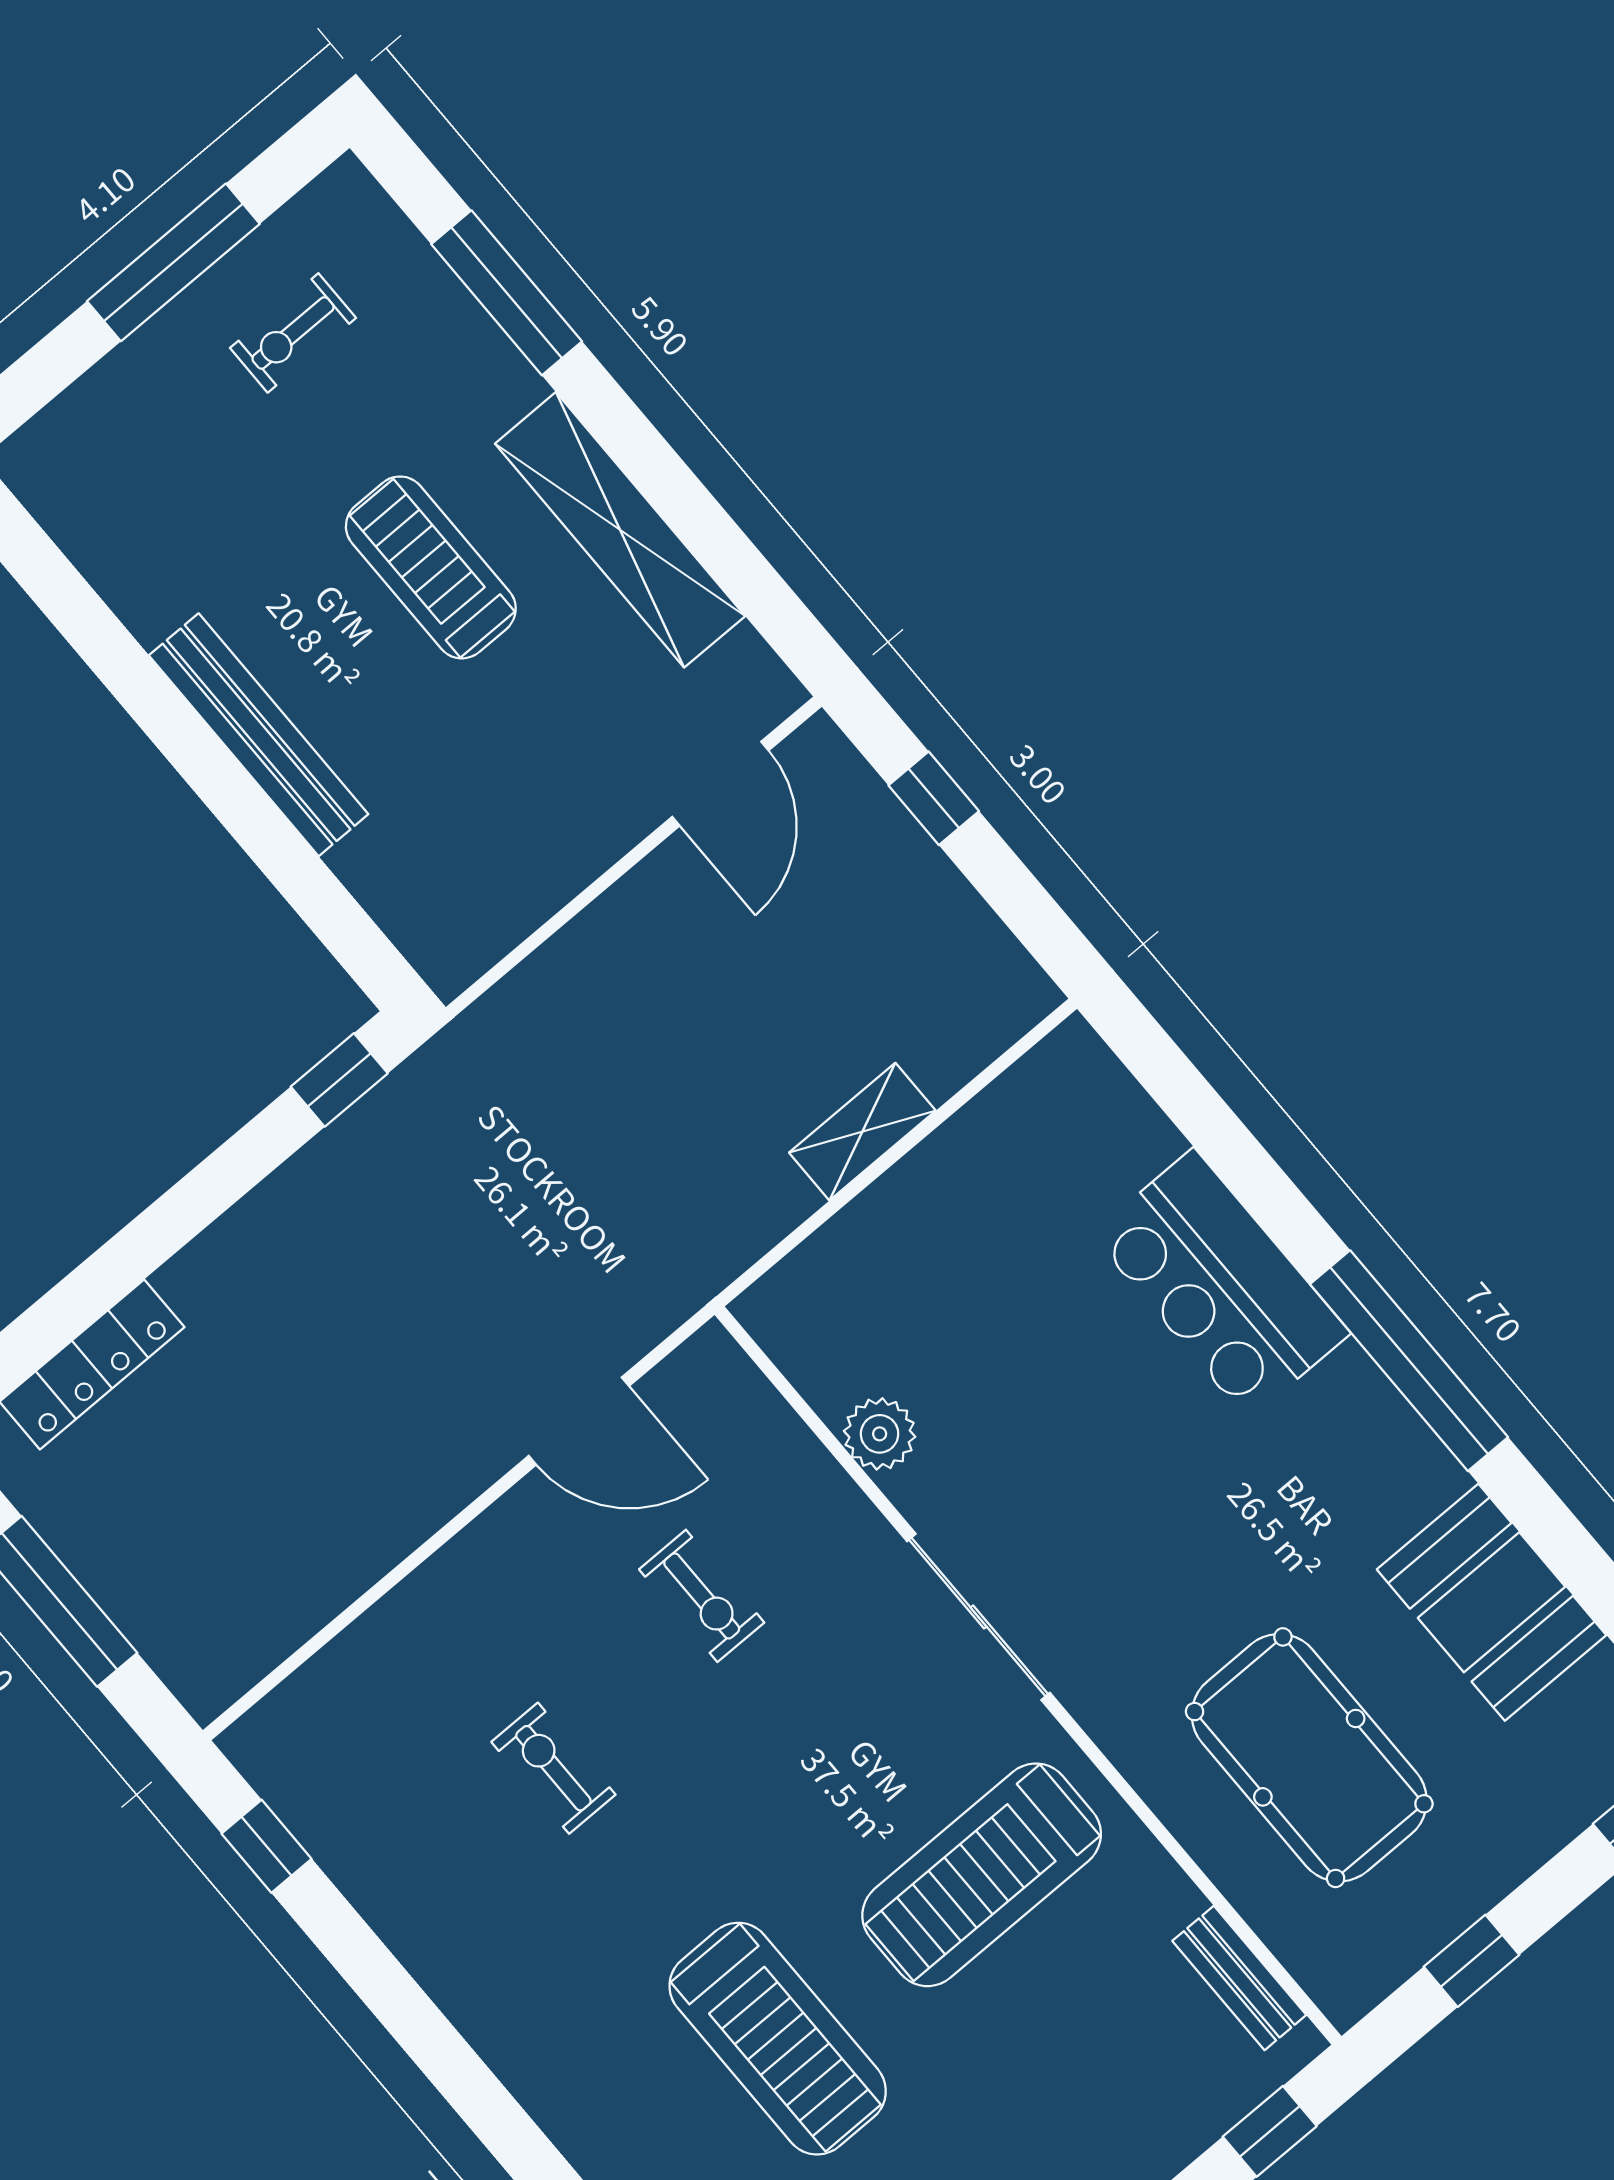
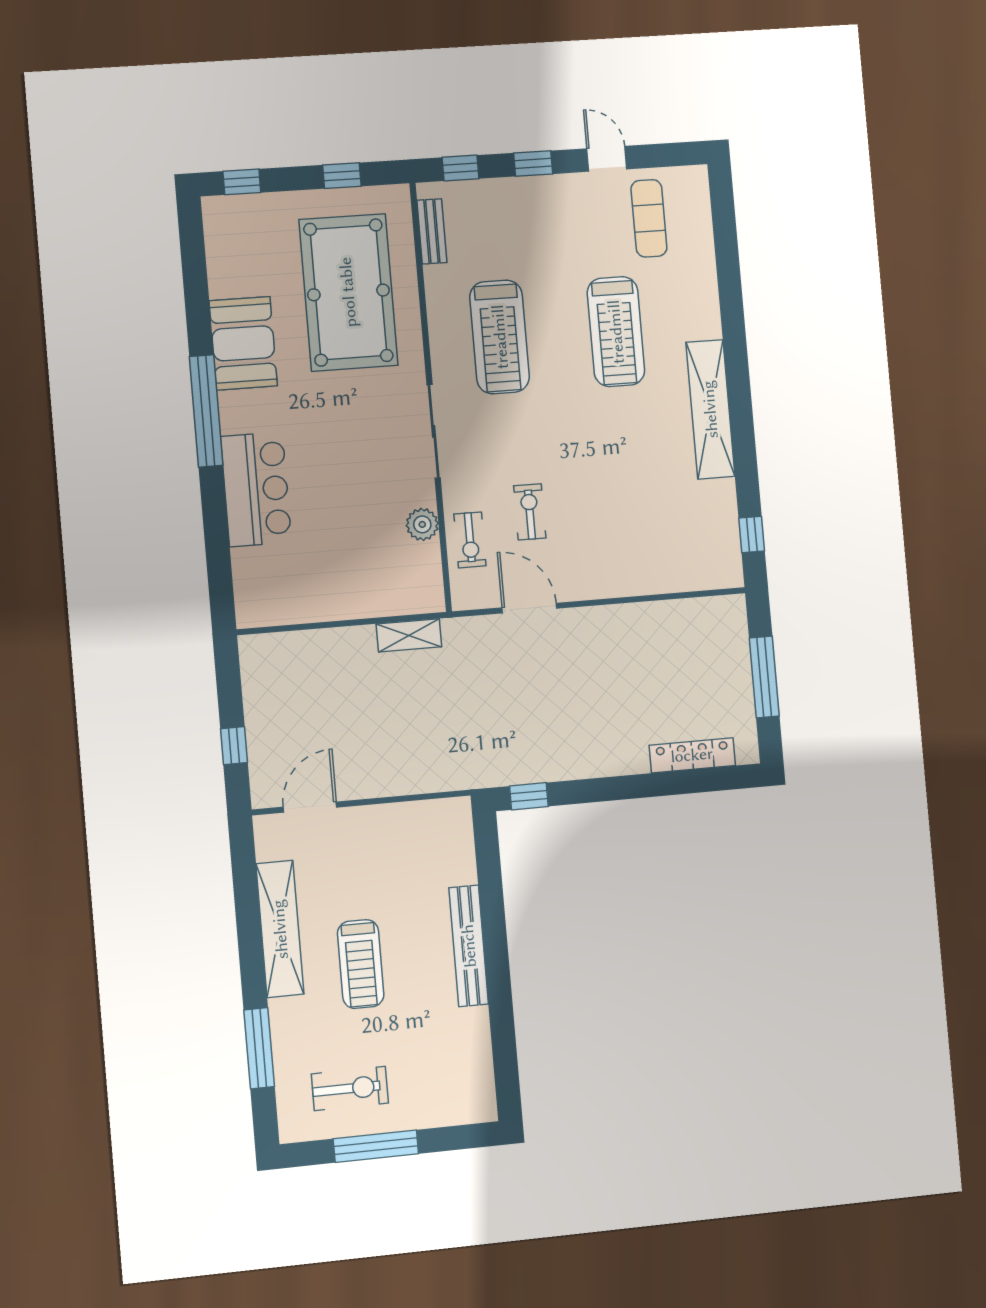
exercise bike: (293, 333) -> (350, 1088), width x1.38, depth x1.39
shelving: (862, 1132) -> (409, 635), moved
booth: (1492, 1602) -> (243, 343), moved
pool table: (1309, 1758) -> (348, 292), width x1.36, depth x1.32
exercise bike: (553, 1768) -> (470, 540), moved
treadmill: (982, 1875) -> (500, 337), turned 90
shelving: (504, 2022) -> (710, 409), added
treadmill: (778, 2039) -> (616, 332), turned 180

